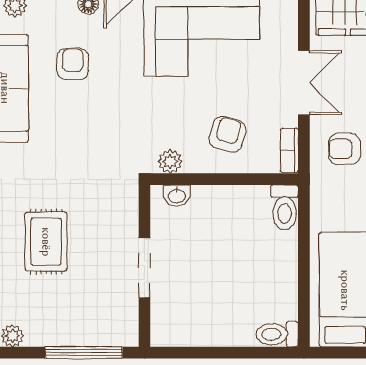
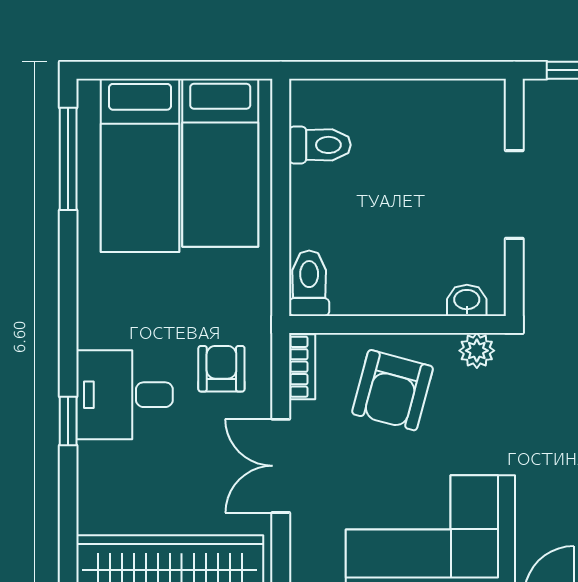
armchair: (228, 134) -> (393, 390), width x1.38, depth x1.38
armchair: (344, 149) -> (221, 369), turned -90
toilet: (277, 334) -> (320, 145), moved

